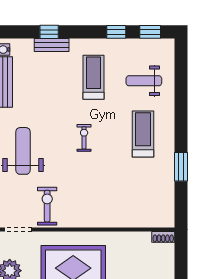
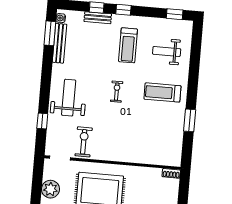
window: (116, 32) -> (123, 10), moved
treadmill: (94, 77) -> (128, 45), turned 180
treadmill: (143, 134) -> (162, 92), turned -90

